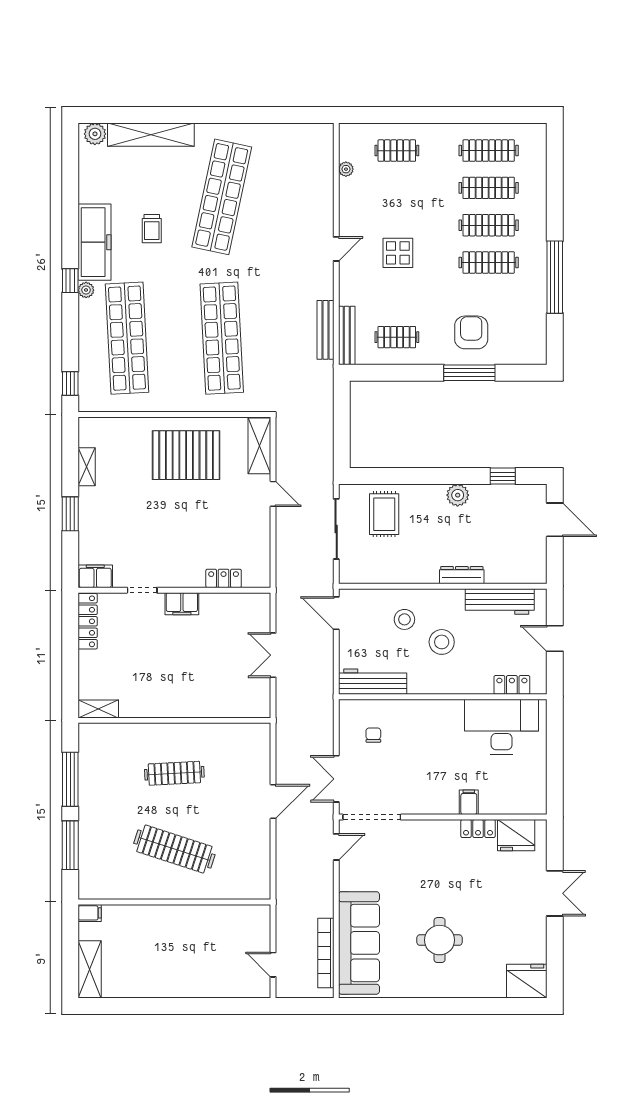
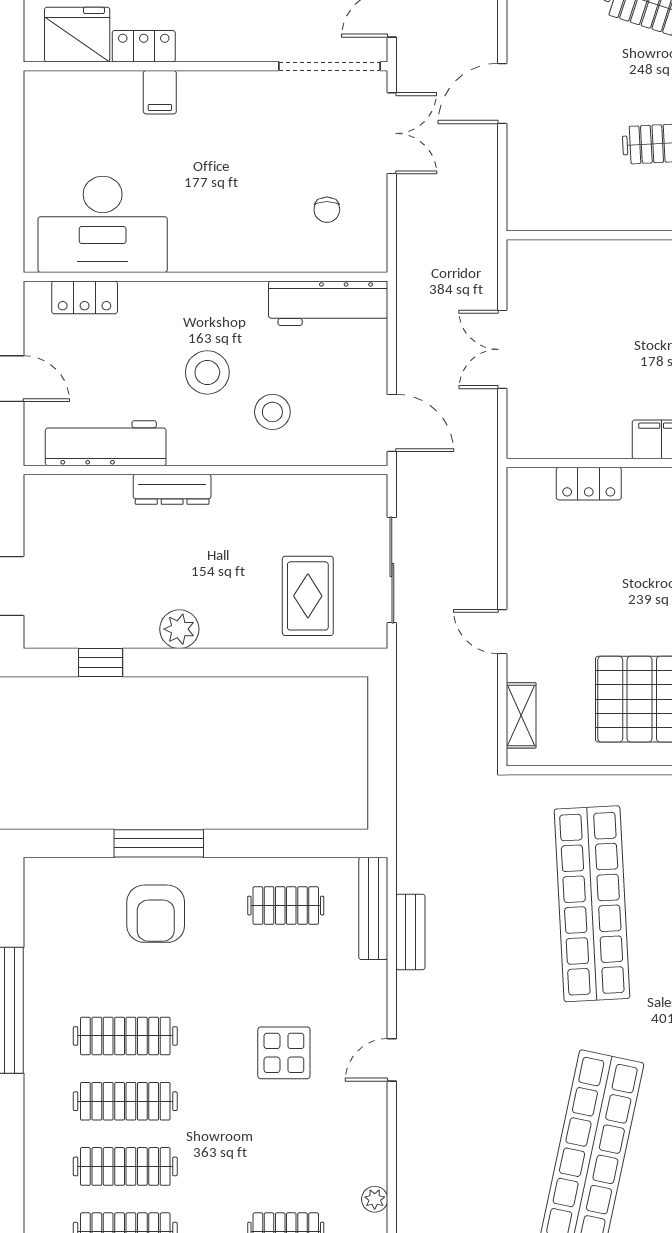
bench: (326, 330) -> (410, 932), width x0.73
shelving: (259, 446) -> (521, 715), width x0.67, depth x0.75
double door: (273, 655) -> (502, 349), swing flipped

